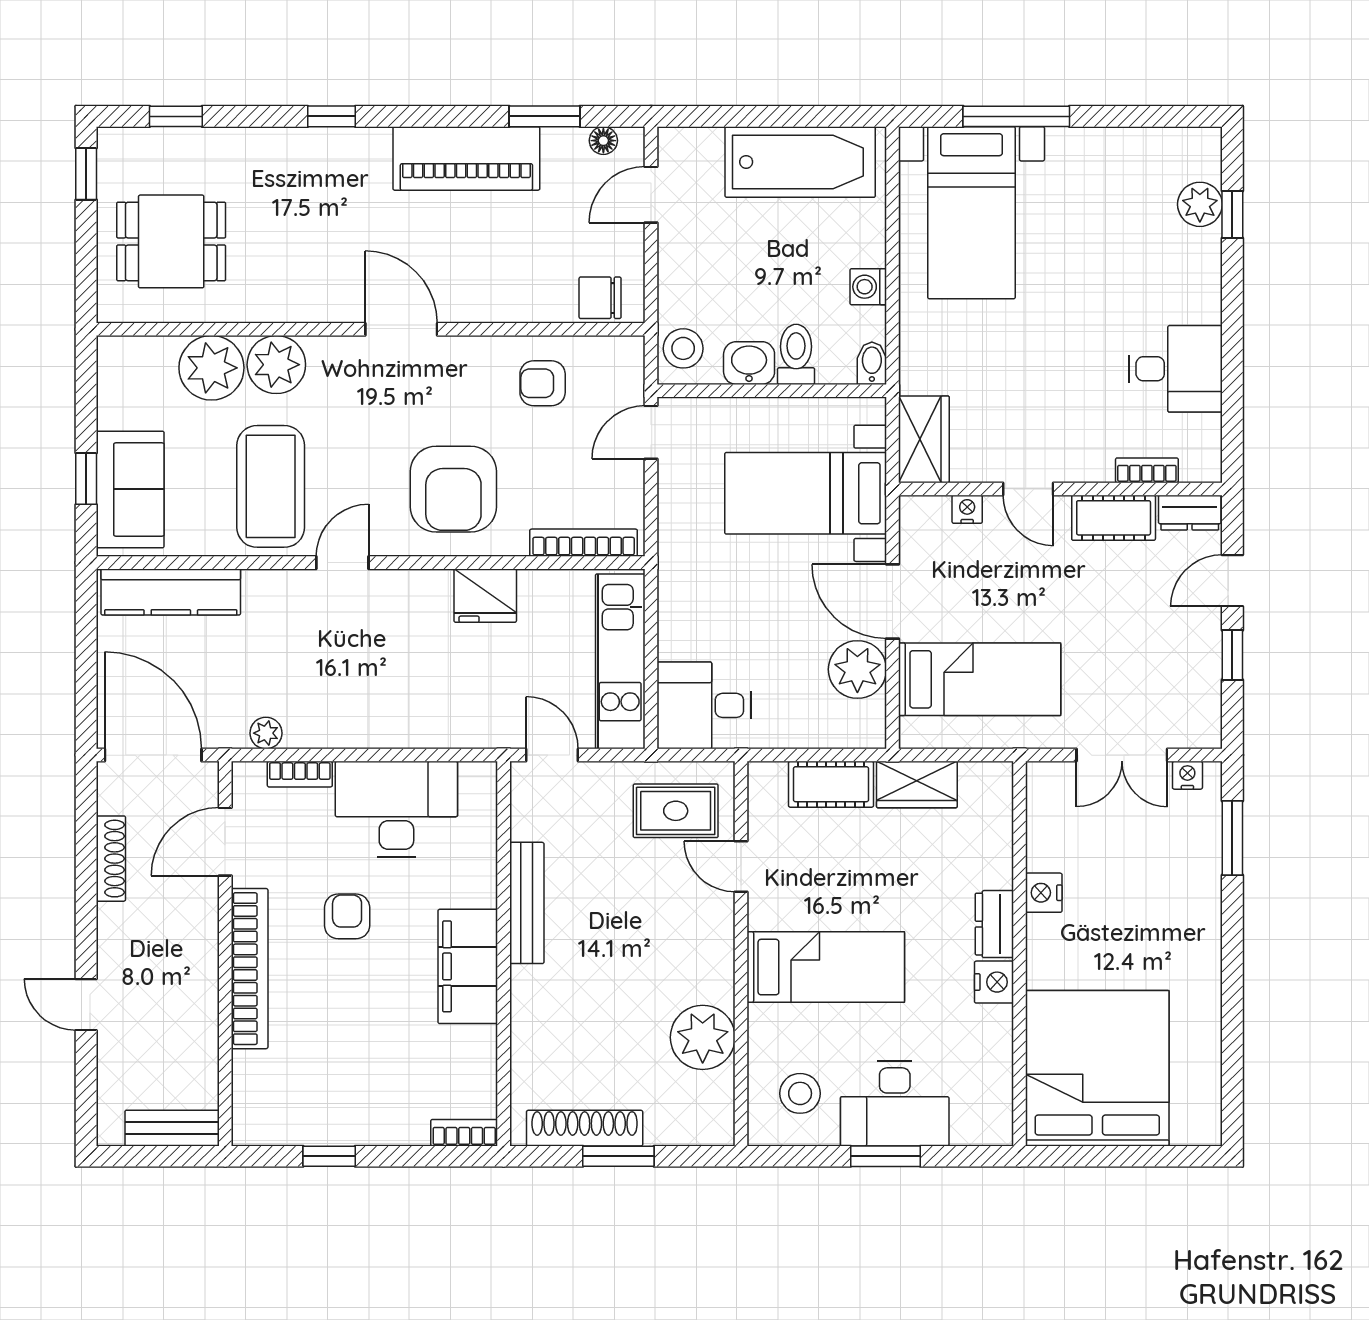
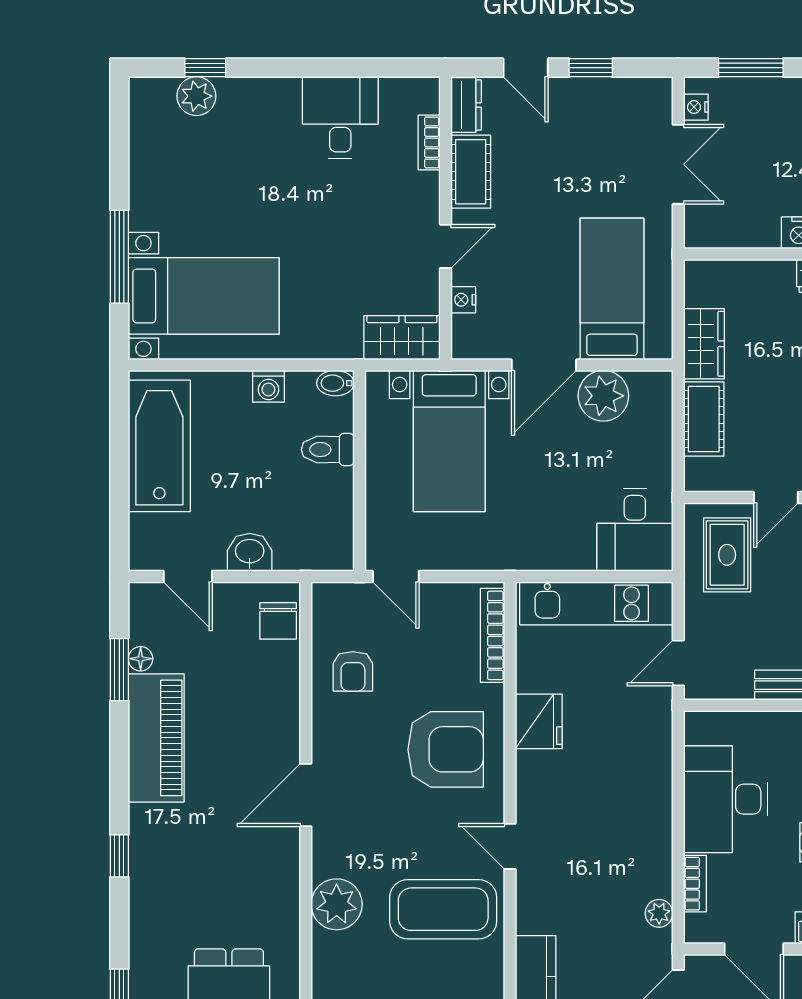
floor lamp: (603, 141) -> (141, 659), moved
stool: (683, 348) -> (322, 548), removed
washbasin: (749, 363) -> (250, 552), moved, turned 90
plant: (211, 368) -> (339, 961), removed

